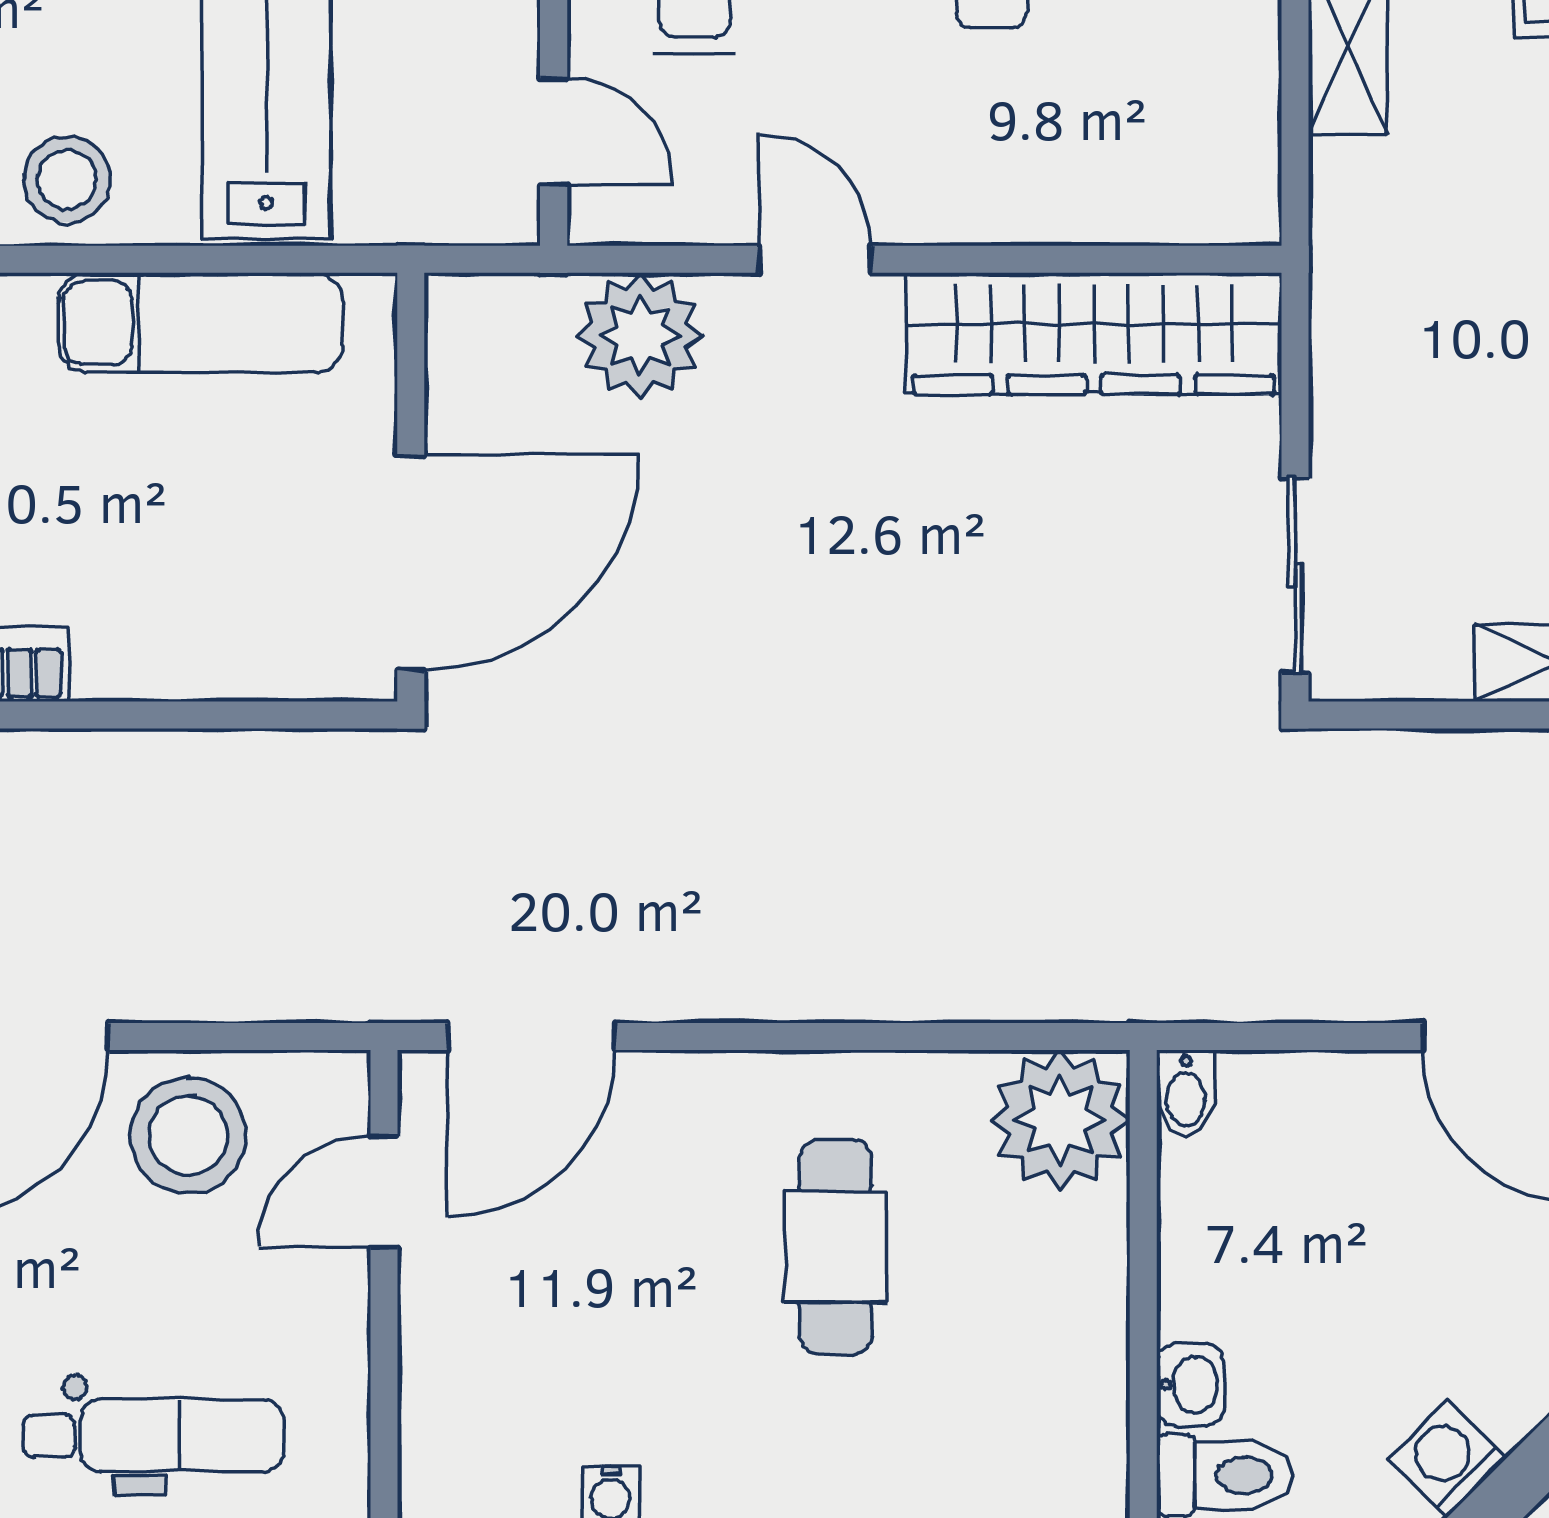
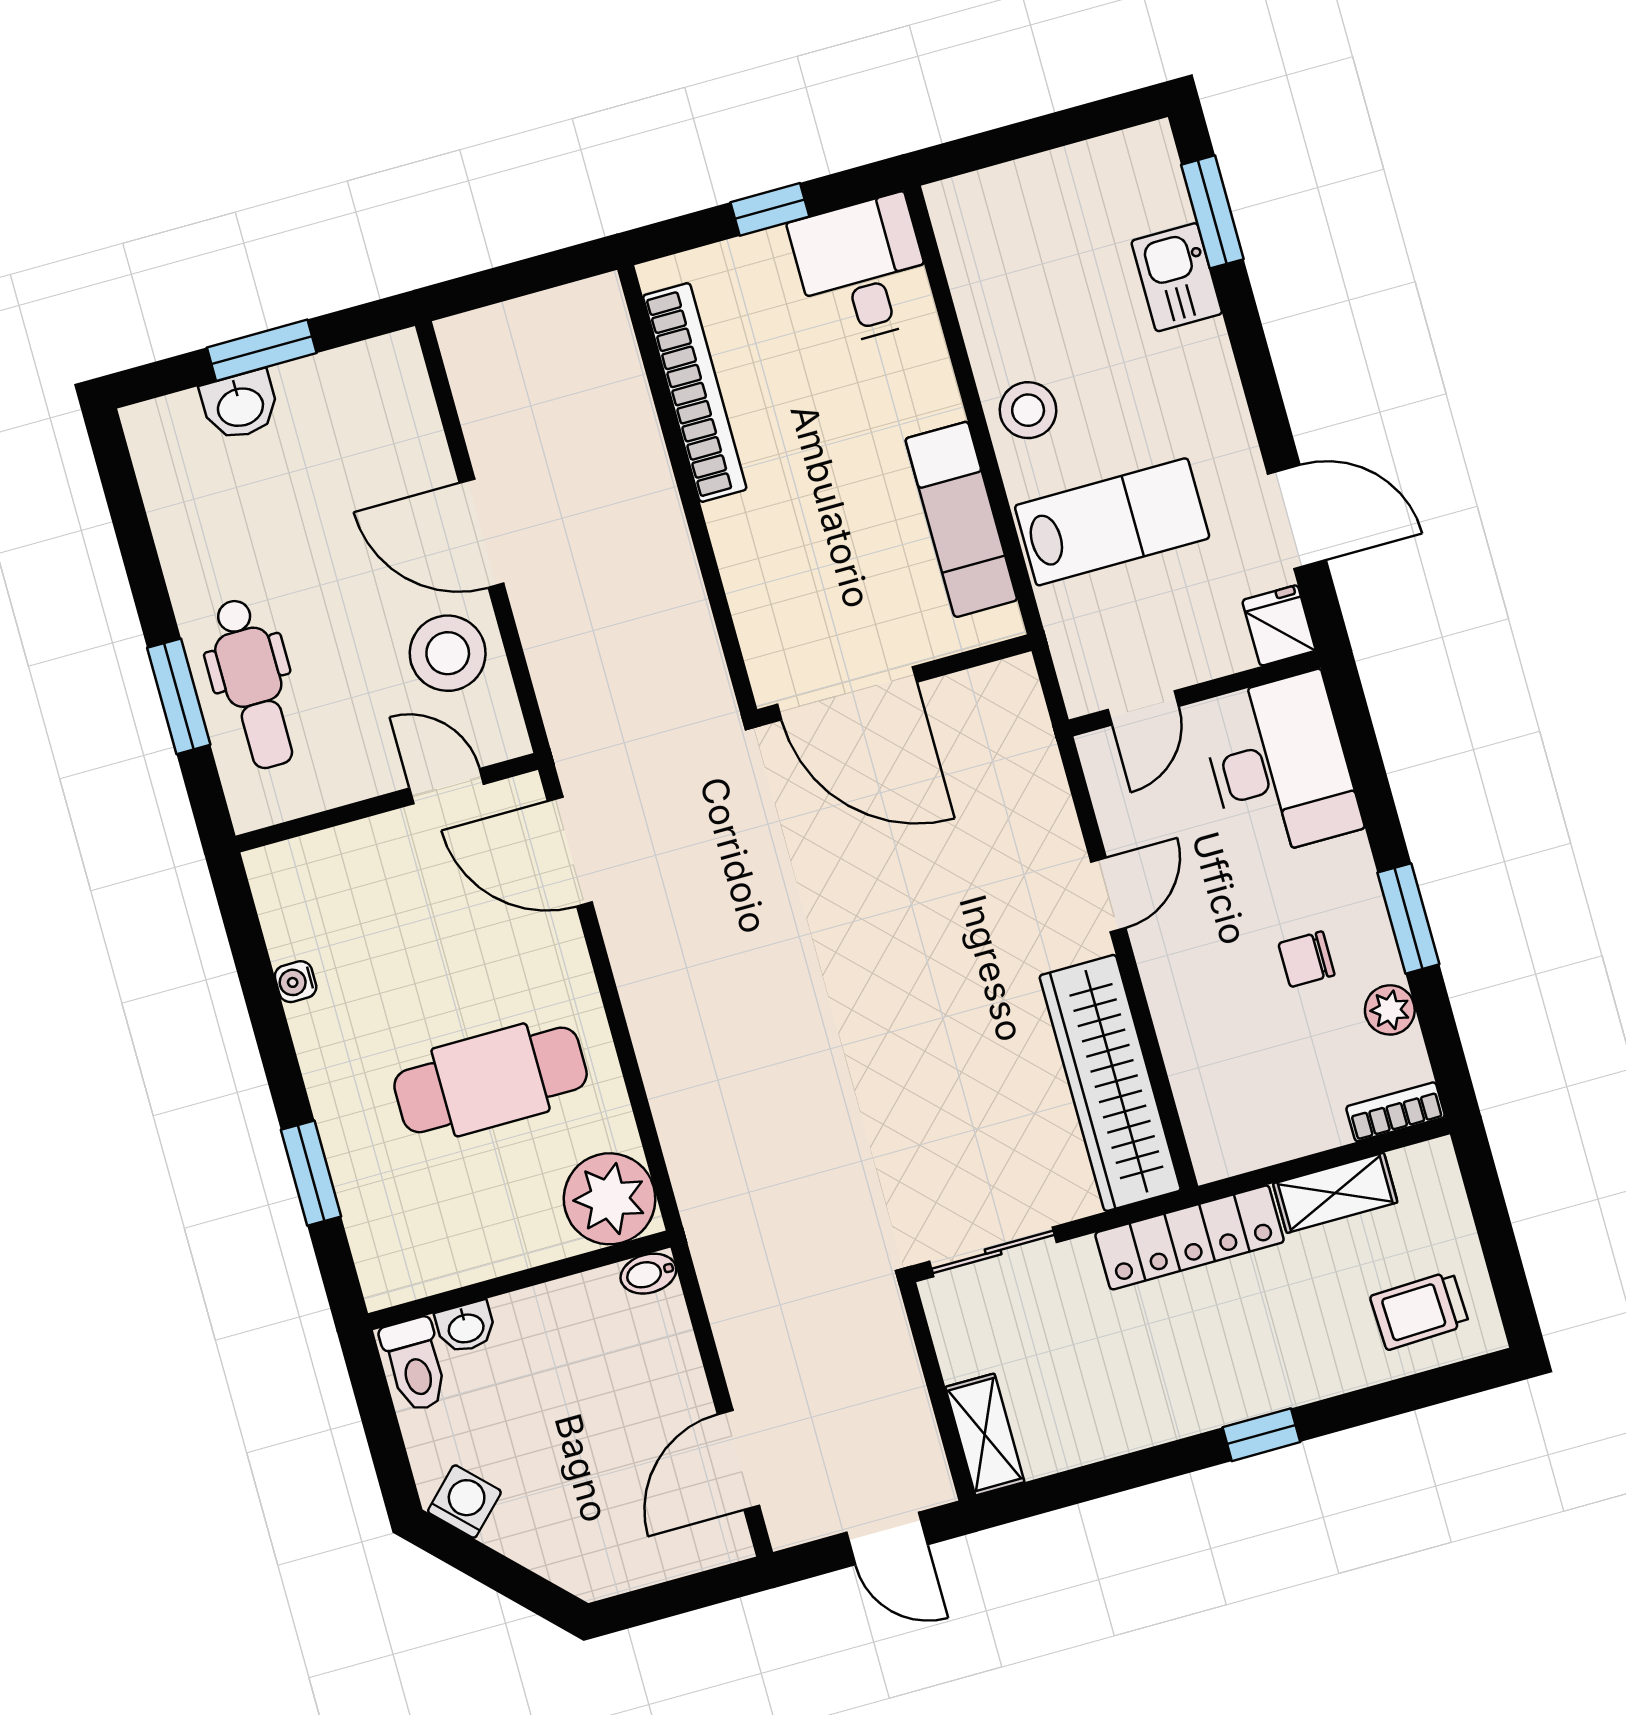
locker: (1354, 280) -> (1190, 1237), added
plant: (640, 336) -> (1030, 798), removed
cafe table: (836, 1247) -> (491, 1080), width x1.37, depth x1.35

